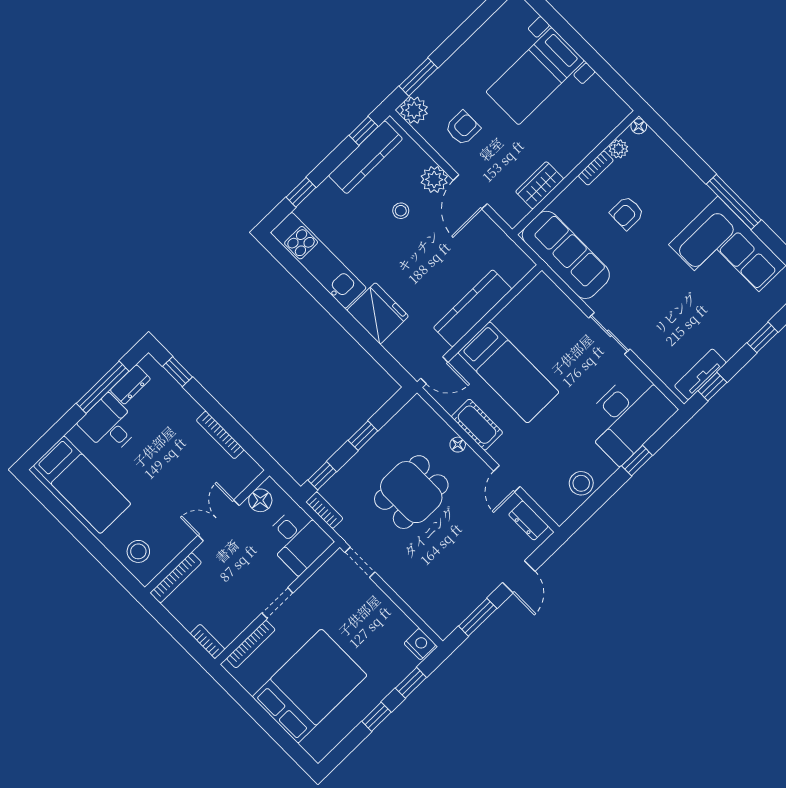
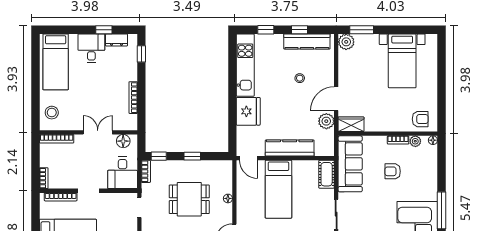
bed with nightstands: (535, 76) -> (402, 61), moved, turned -90
armchair: (463, 128) -> (420, 119), moved
window: (364, 131) -> (300, 30), moved
plant: (434, 179) -> (326, 121), moved
wardrobe: (540, 185) -> (351, 124), moved
window: (103, 387) -> (104, 30), width x0.46
cot: (477, 425) -> (327, 174), moved

